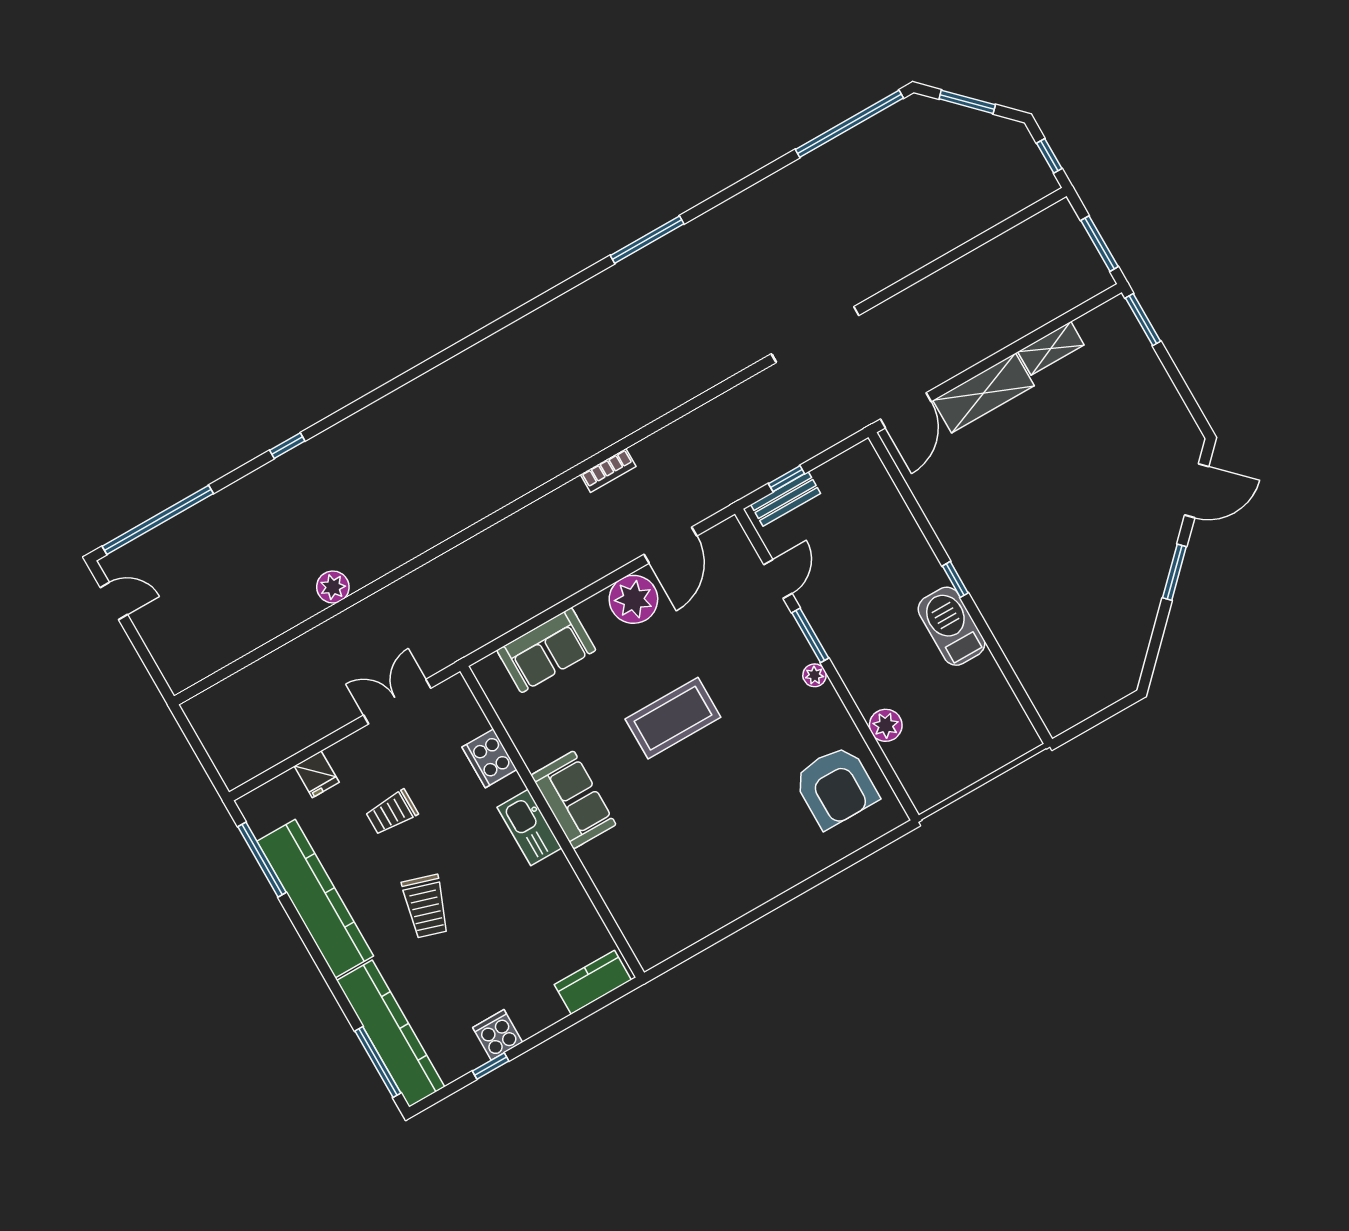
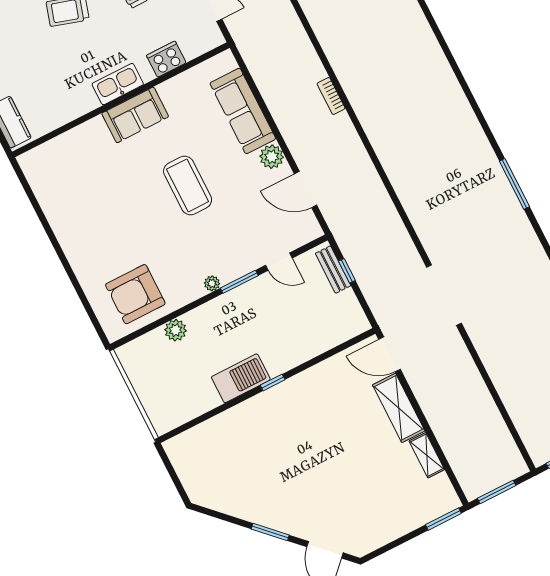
bookcase: (608, 471) -> (331, 96), moved
plant: (633, 599) -> (272, 157), width x0.73, depth x0.73
sofa: (546, 650) -> (243, 111), width x1.36

